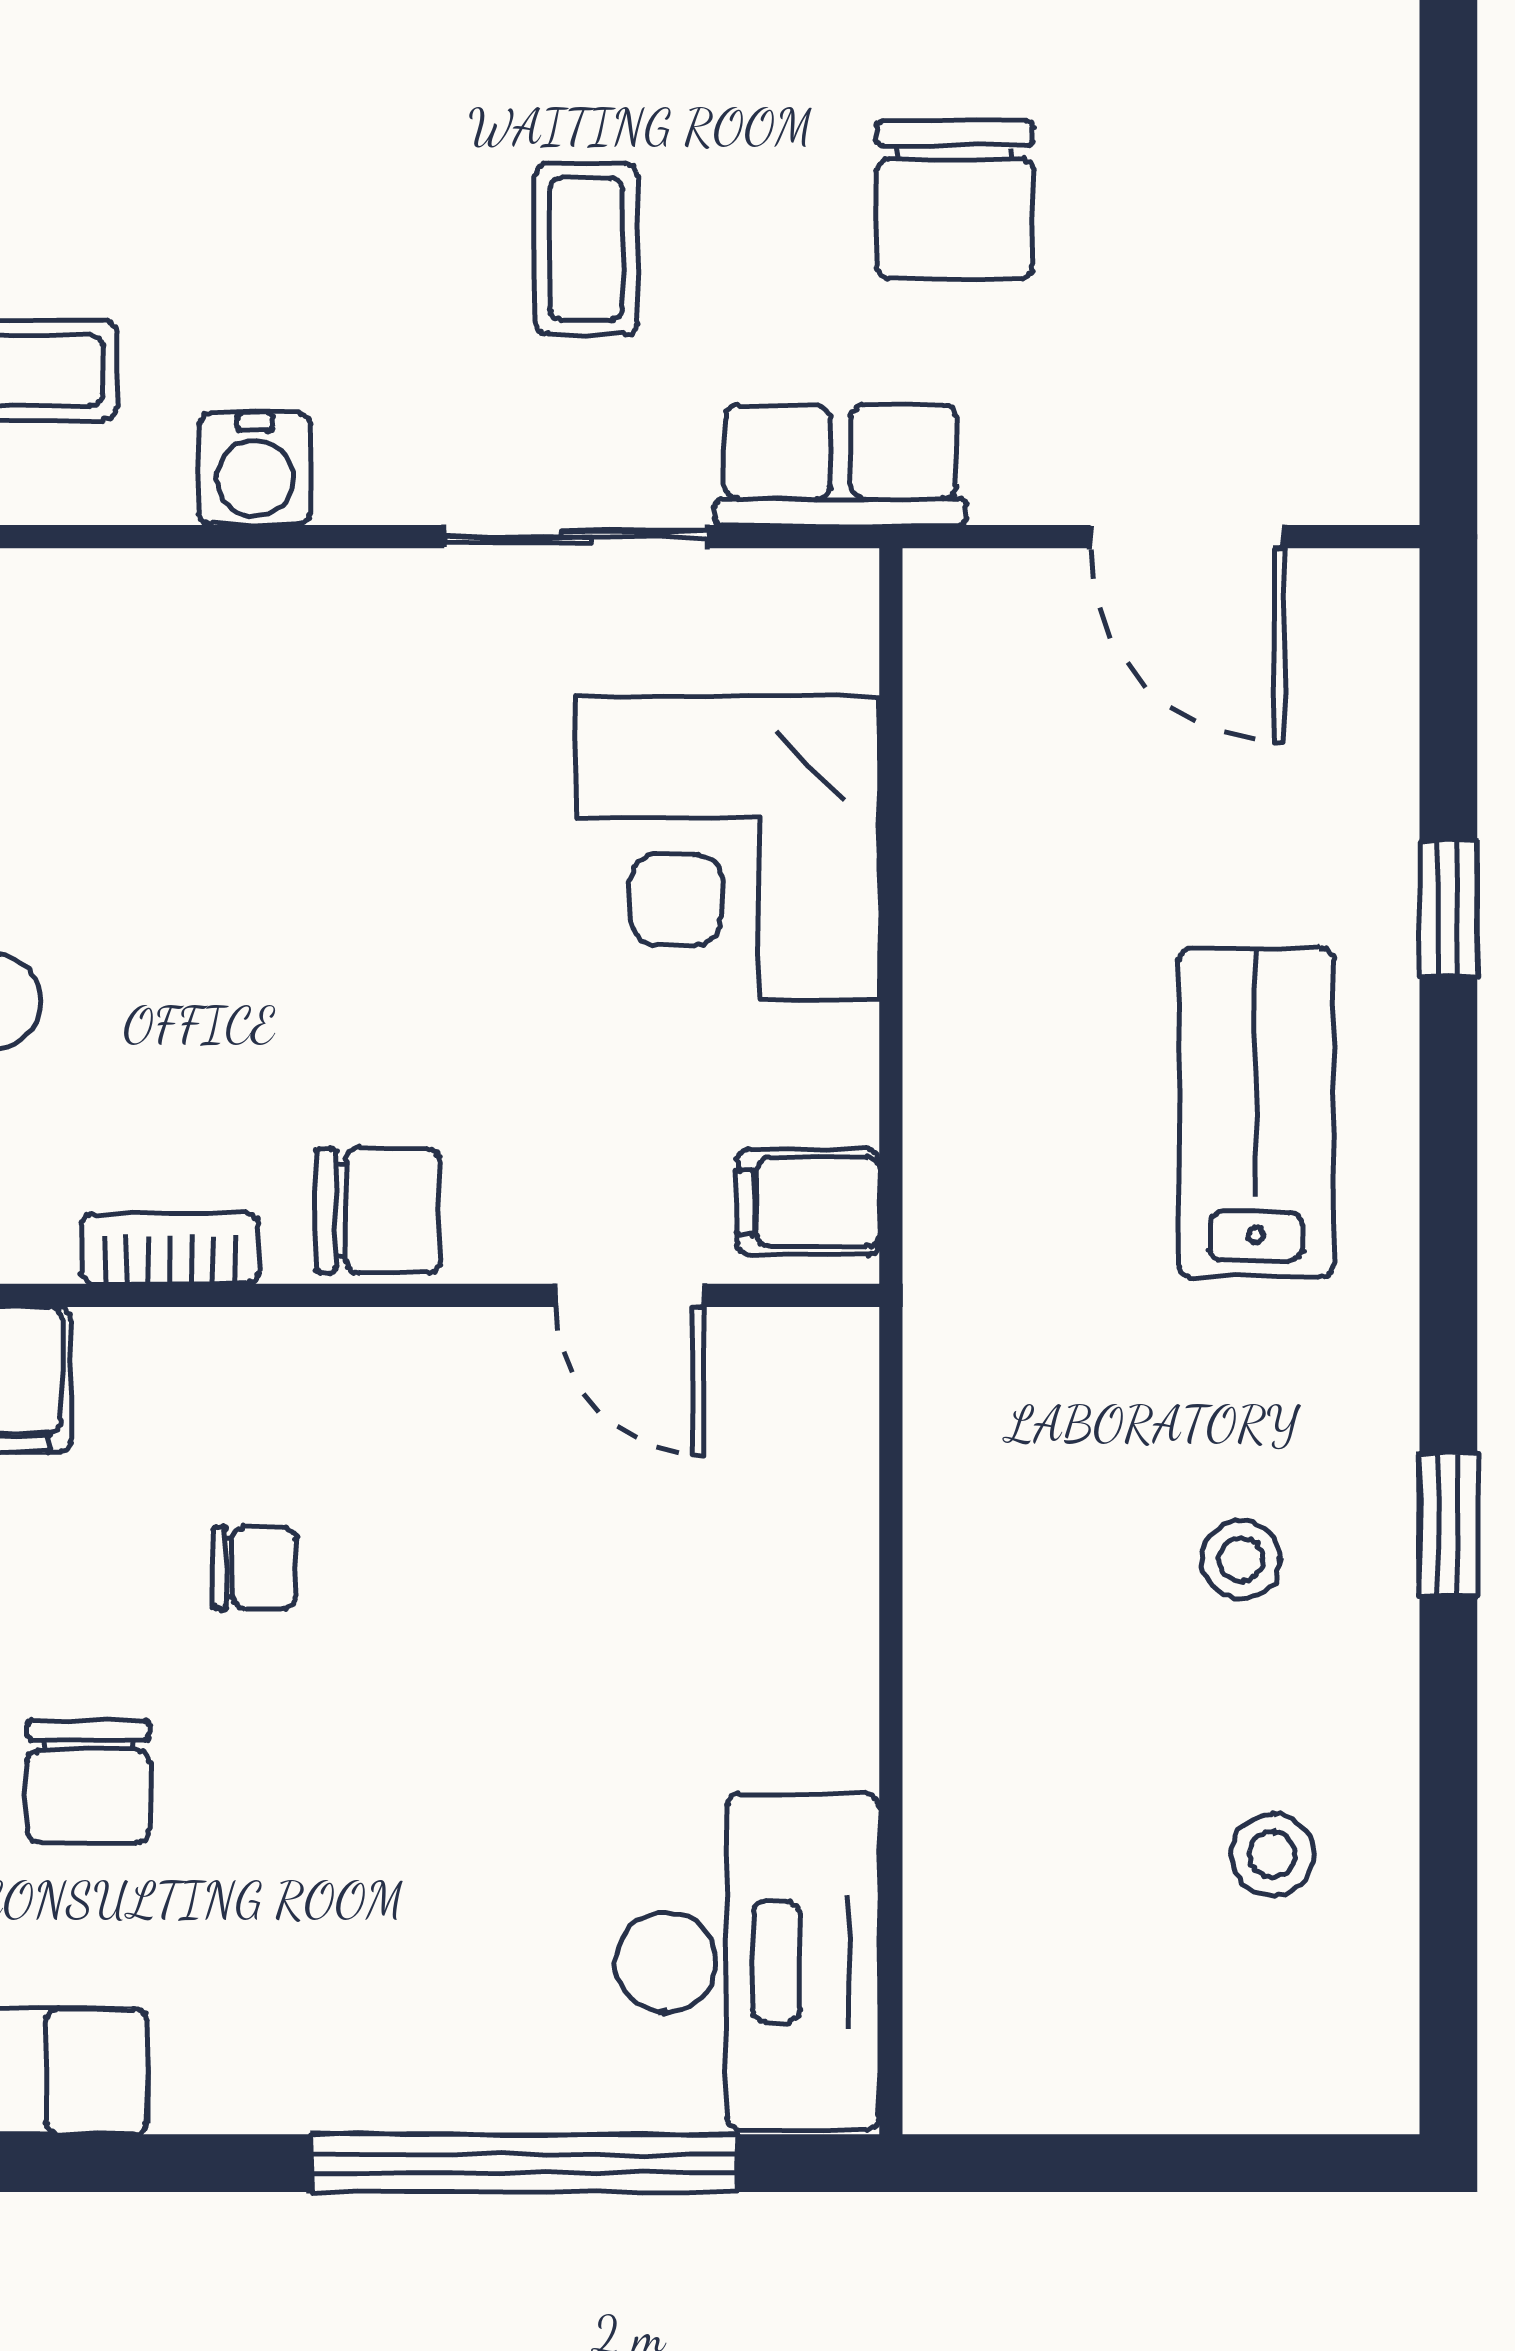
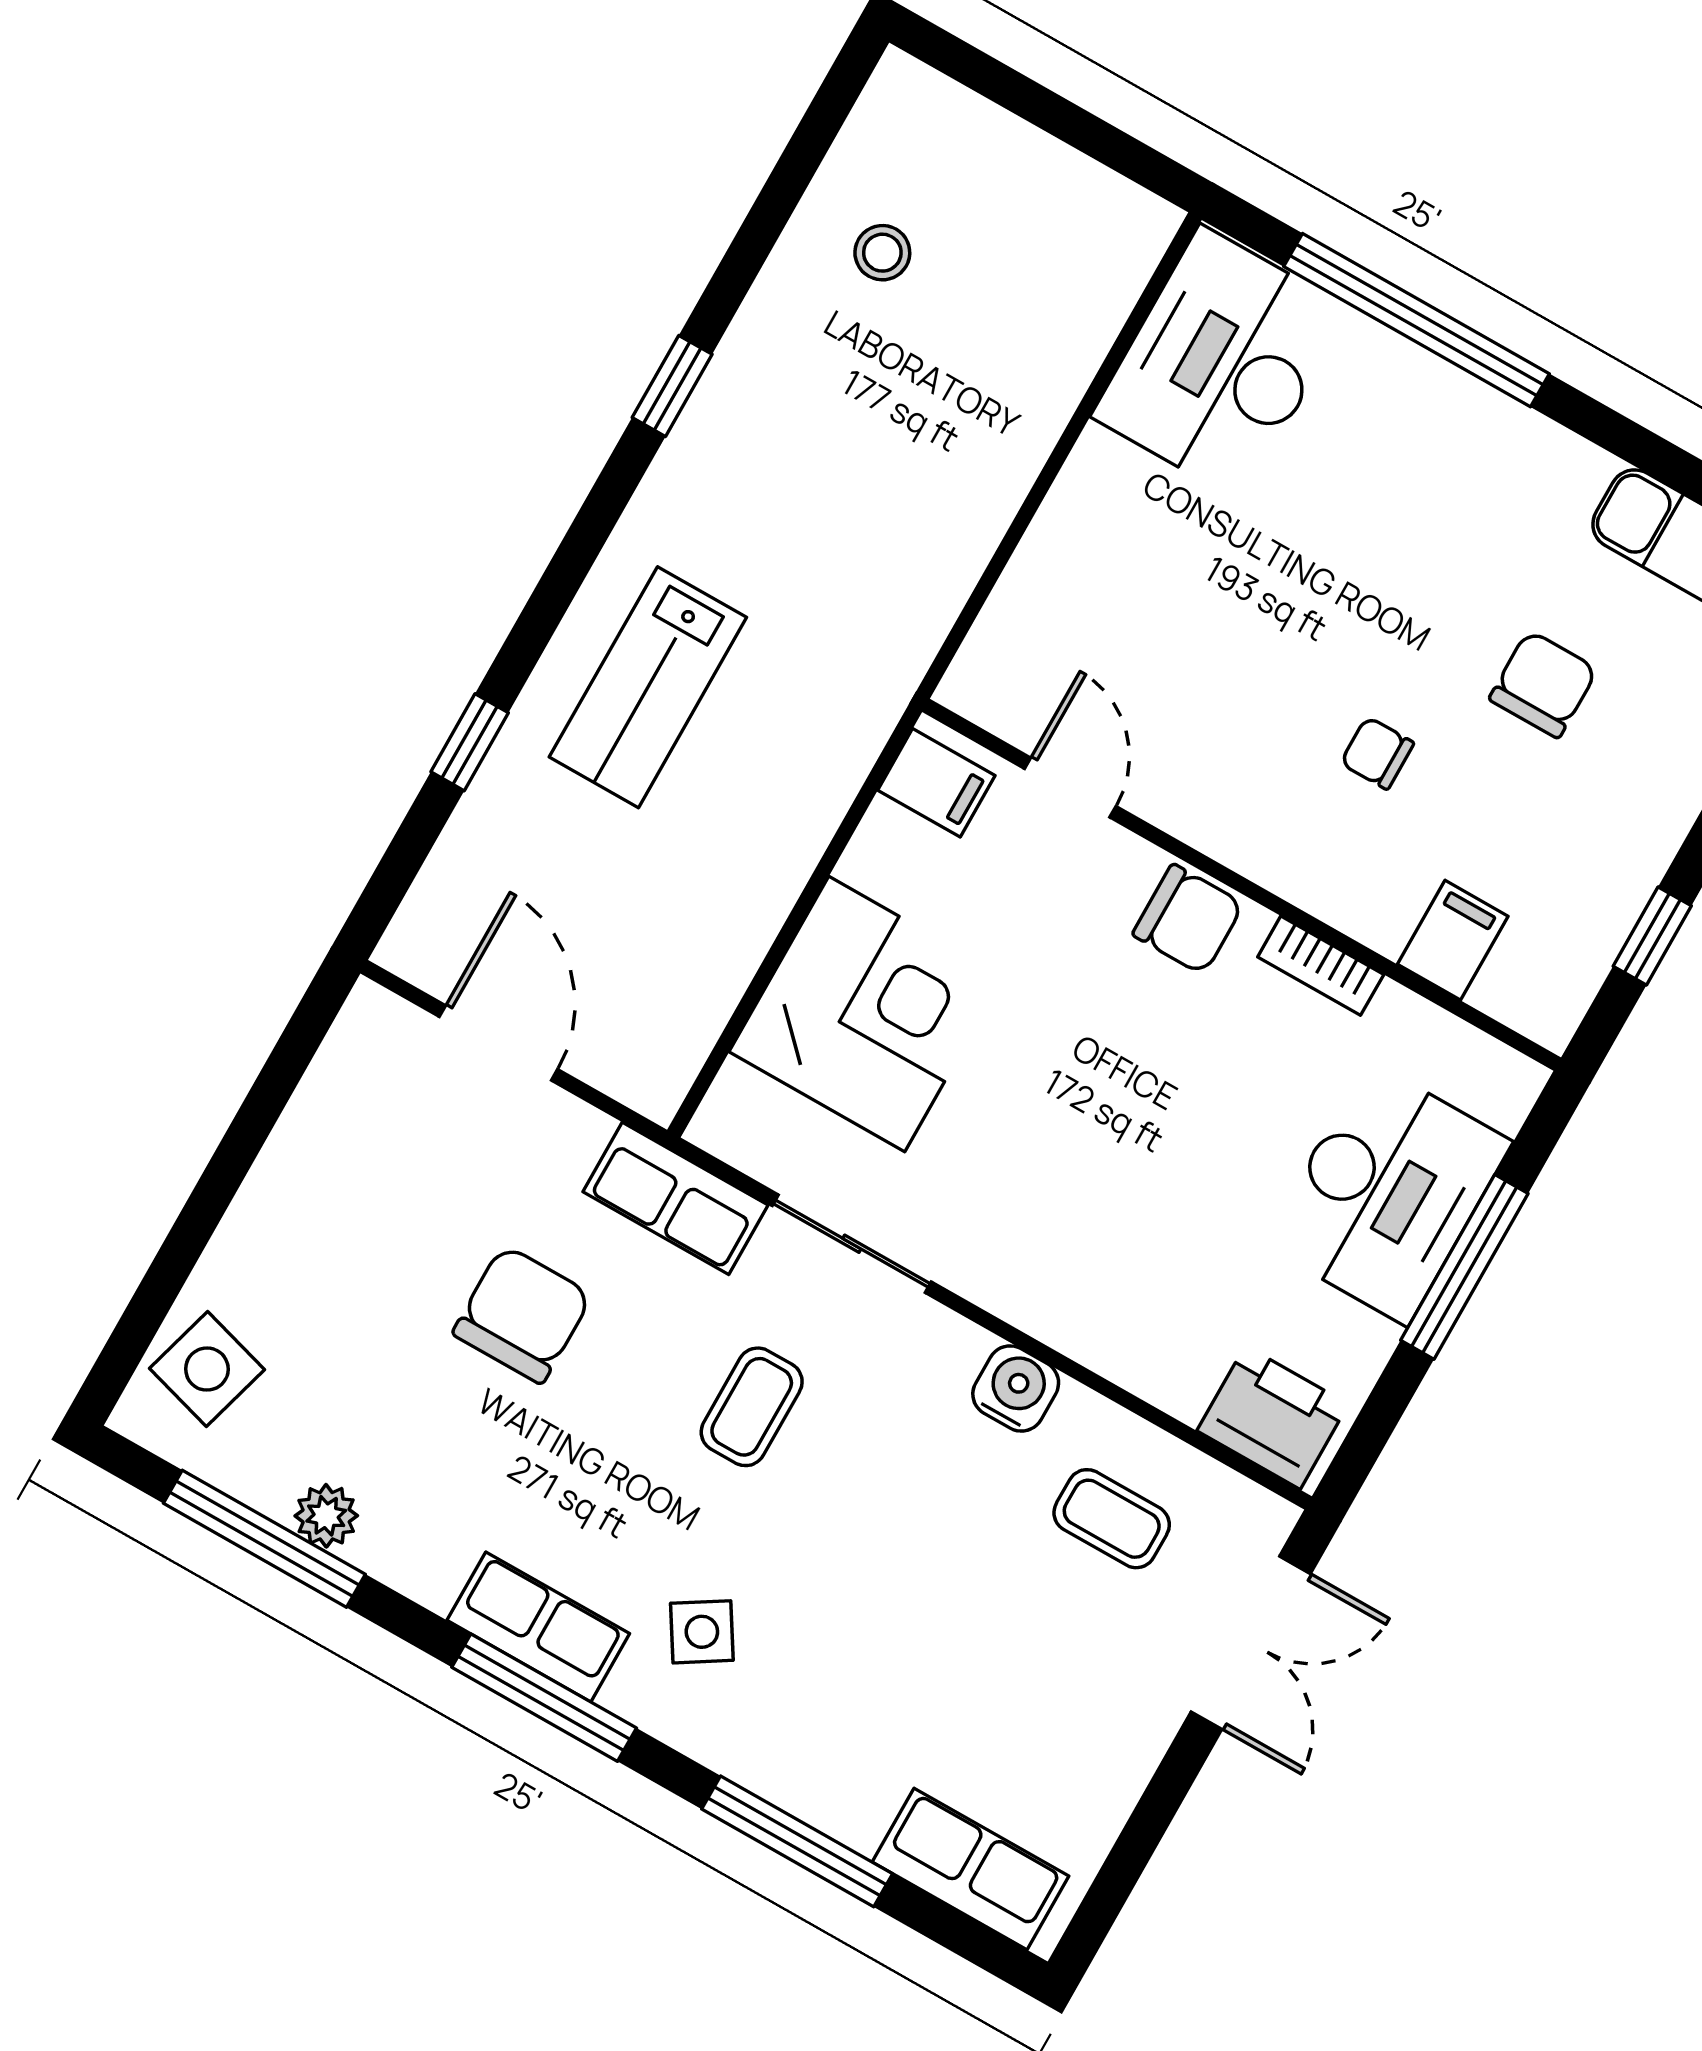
chair: (378, 1210) -> (1188, 919), turned 180
stool: (1241, 1559) -> (803, 434), removed

